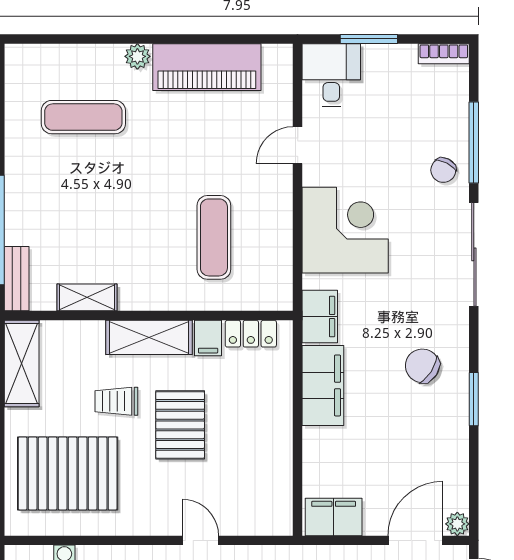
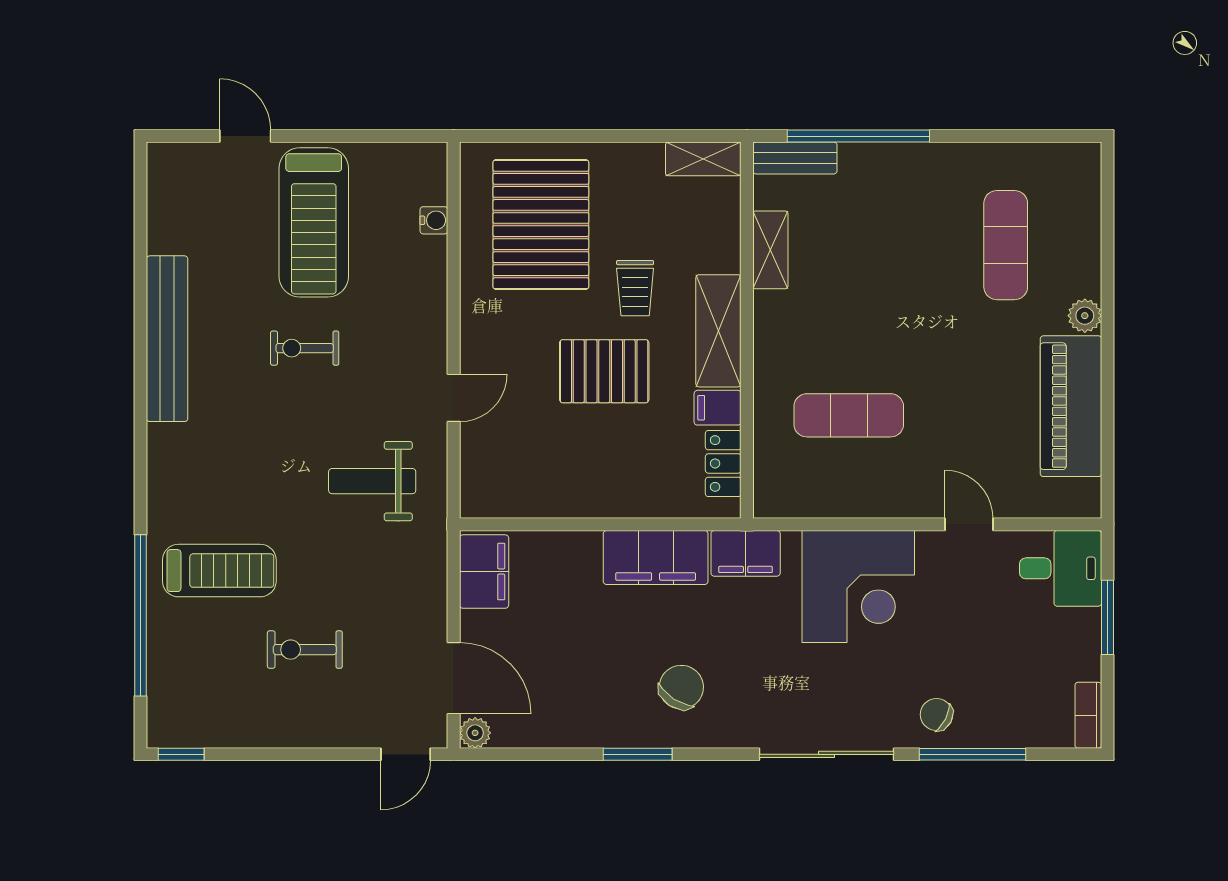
shelving: (22, 363) -> (703, 159), width x0.67, depth x0.75
trolley: (116, 401) -> (635, 288), turned 180

